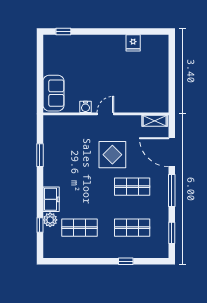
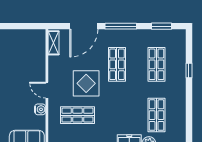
shop shelf: (80, 146) -> (77, 115), added

